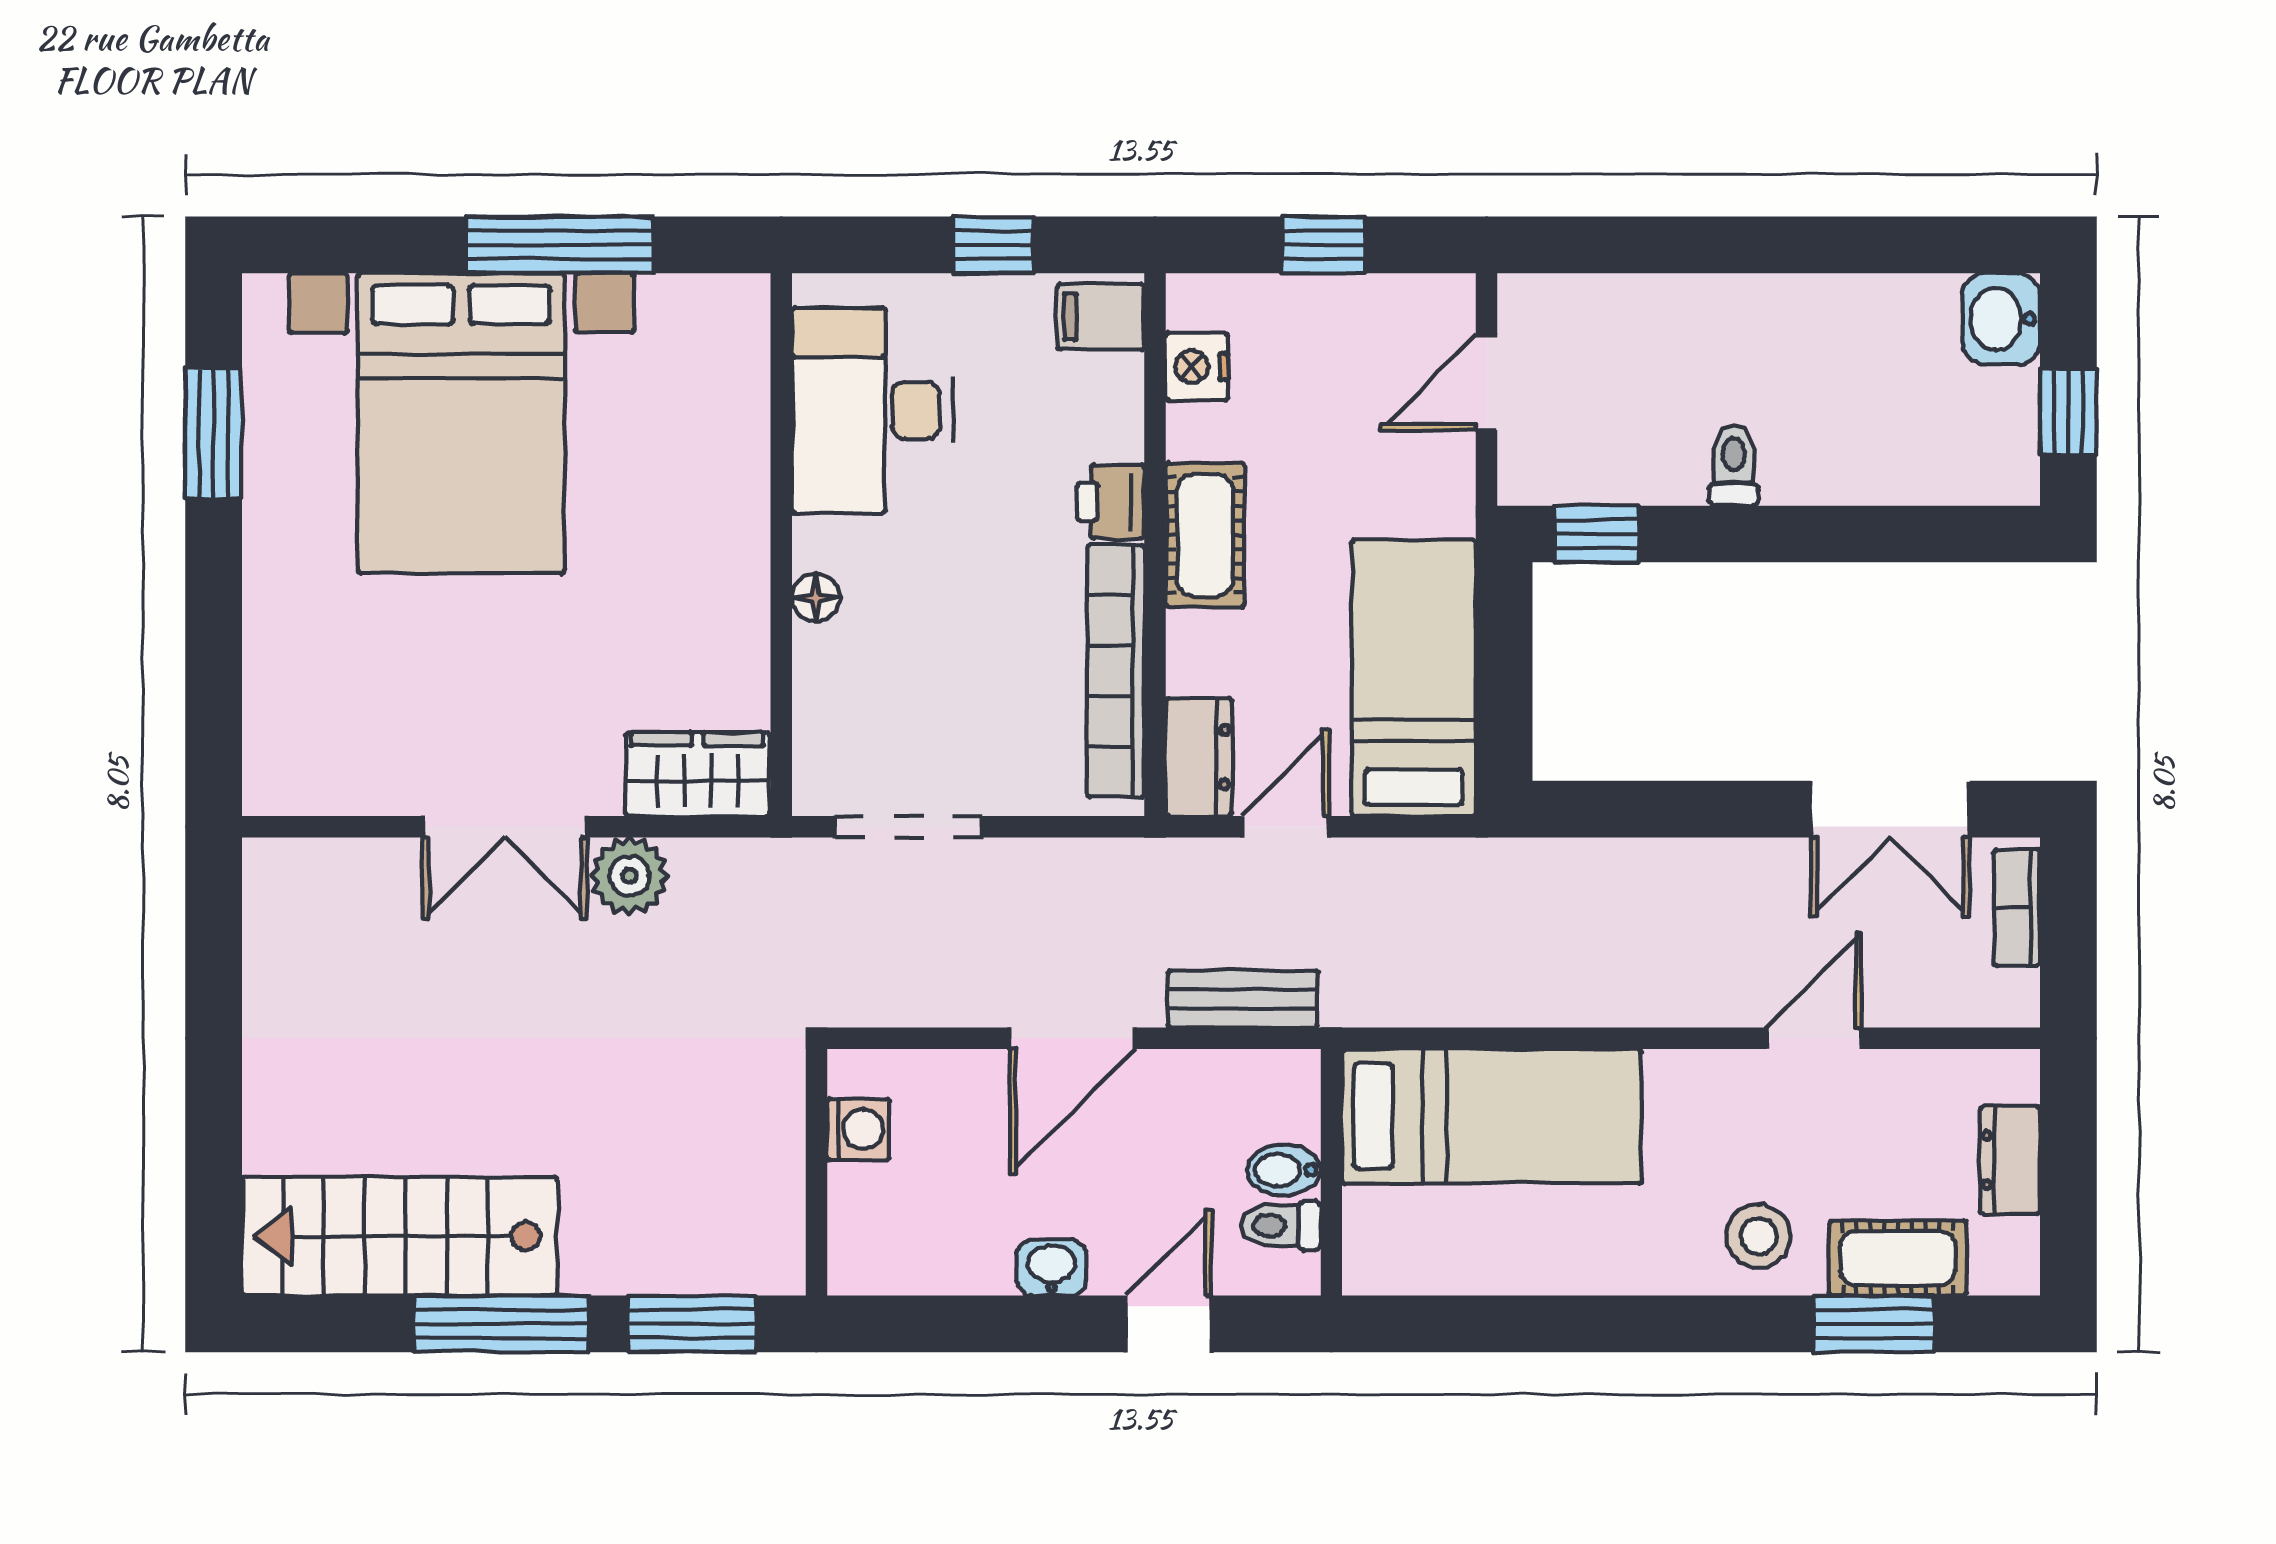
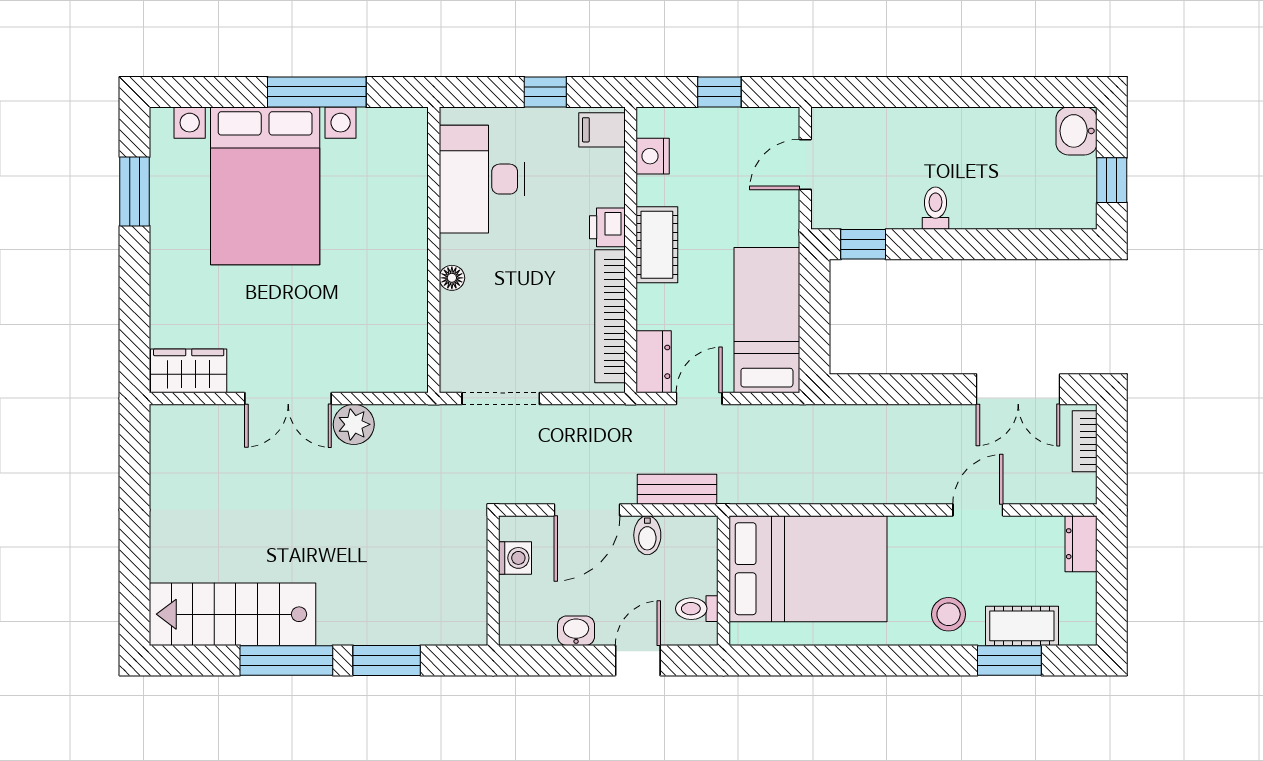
wardrobe: (697, 774) -> (189, 371), moved
bed: (1492, 1116) -> (808, 569), width x1.50
washing machine: (858, 1129) -> (515, 558), moved
dresser: (2010, 1160) -> (1081, 544), moved
bidet: (1283, 1170) -> (647, 535), moved, turned -90
wall: (817, 1172) -> (493, 581), moved

